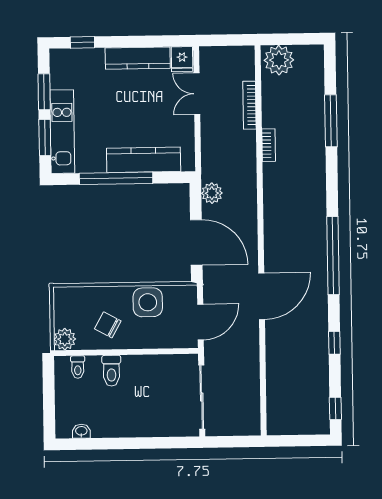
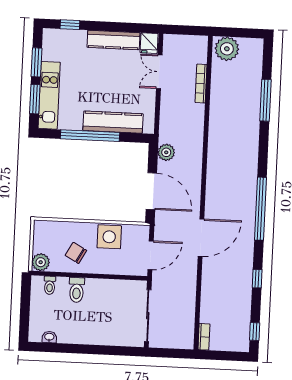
bookcase: (269, 145) -> (204, 337), moved

